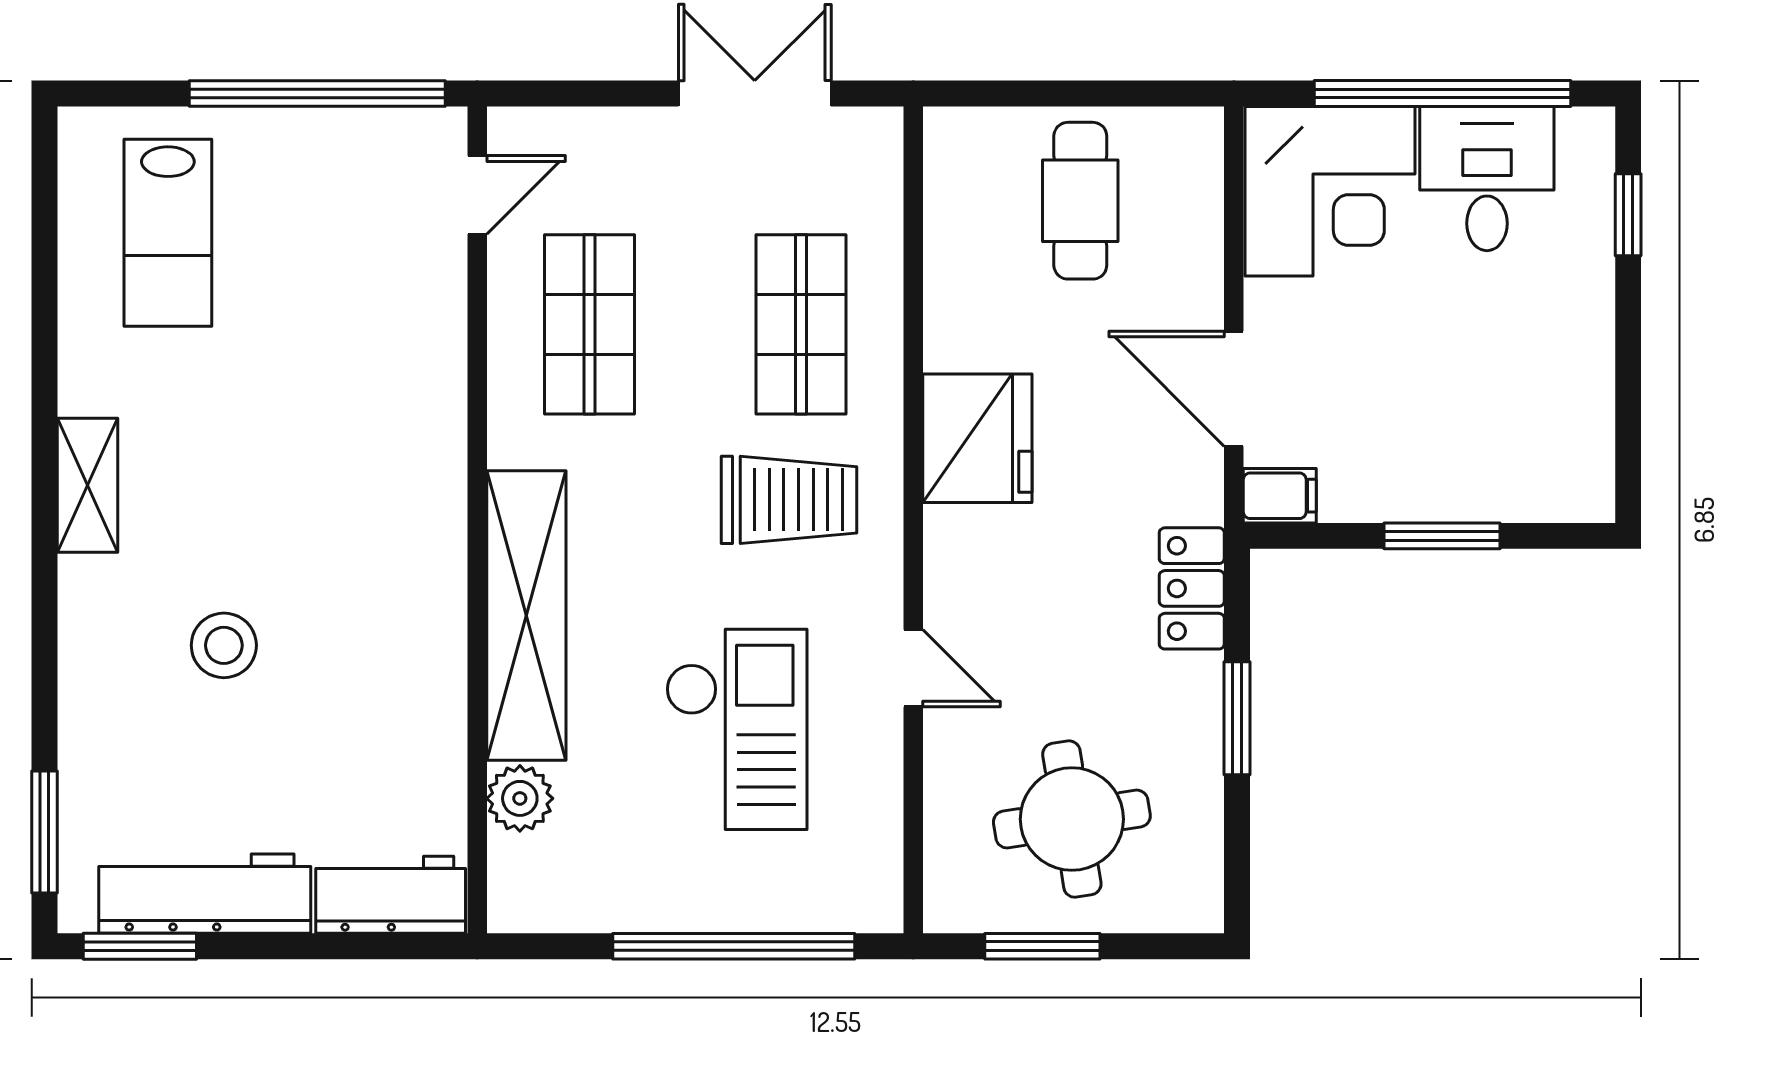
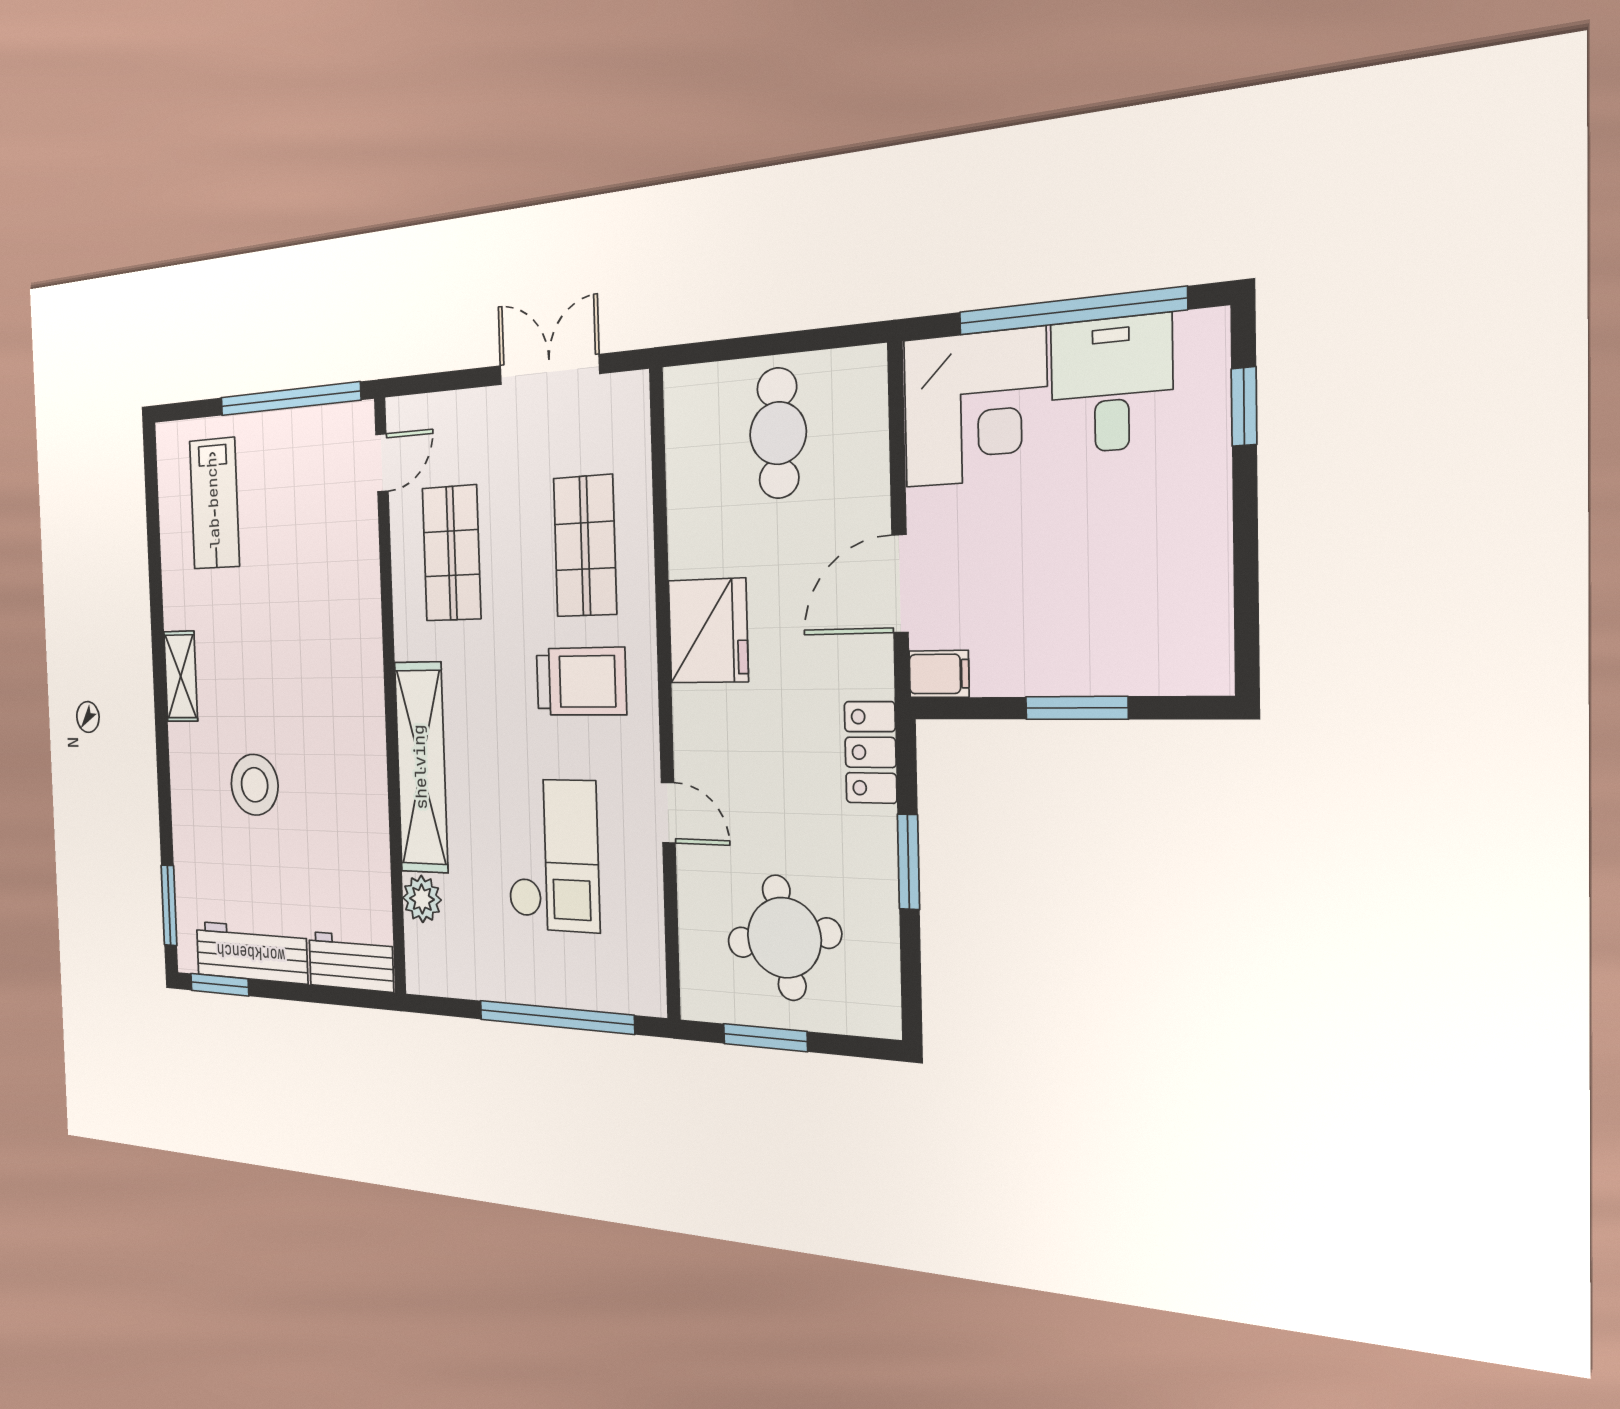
door: (1234, 389) -> (900, 584), hinge flipped
stool: (224, 645) -> (255, 785), width x1.38, depth x1.38

